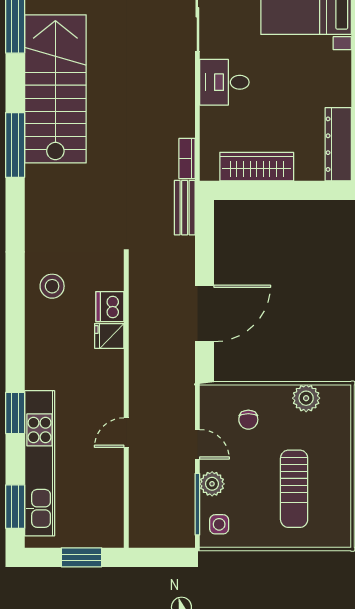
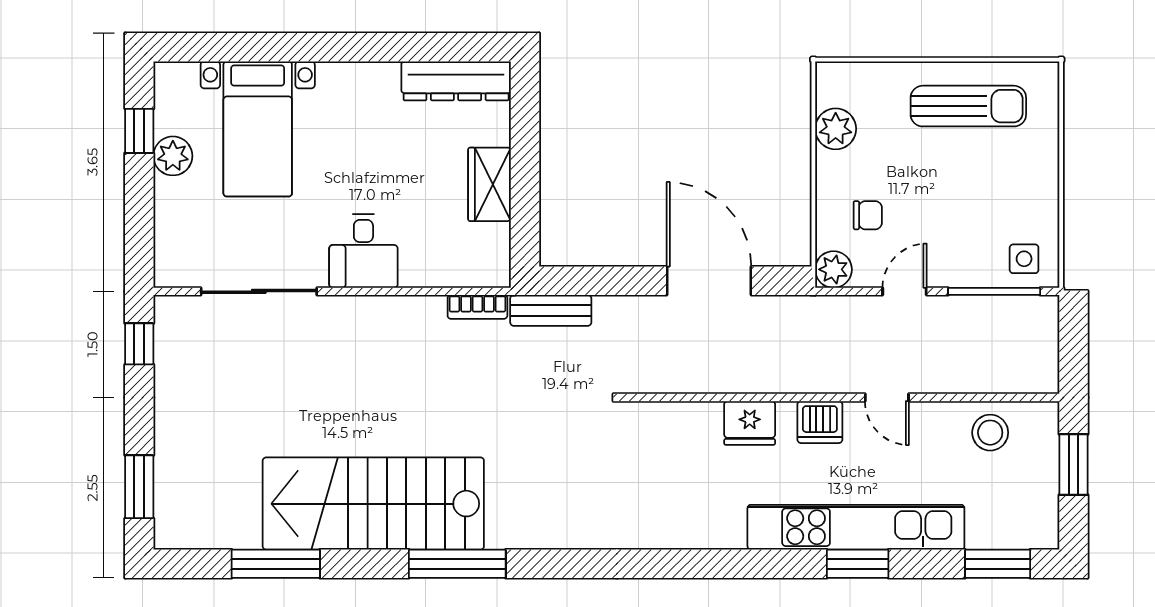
wardrobe: (257, 167) -> (489, 184), width x0.67
stool: (52, 286) -> (990, 433), moved
dishwasher: (110, 307) -> (820, 422), moved
fridge: (109, 336) -> (750, 423), width x1.38
kitchen unit: (40, 463) -> (856, 527), moved
plant: (212, 484) -> (833, 269), moved
sun lounger: (294, 489) -> (968, 106), moved

